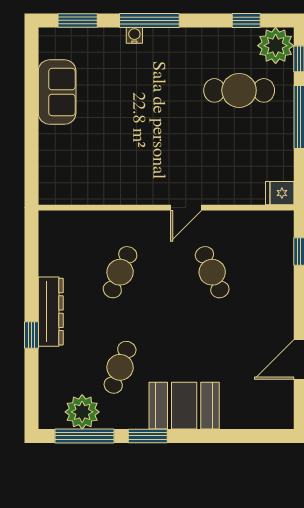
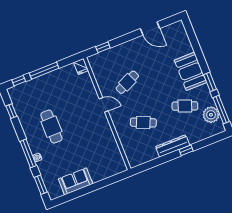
plant: (276, 46) -> (17, 94), removed
cafe table: (239, 90) -> (51, 127), moved

